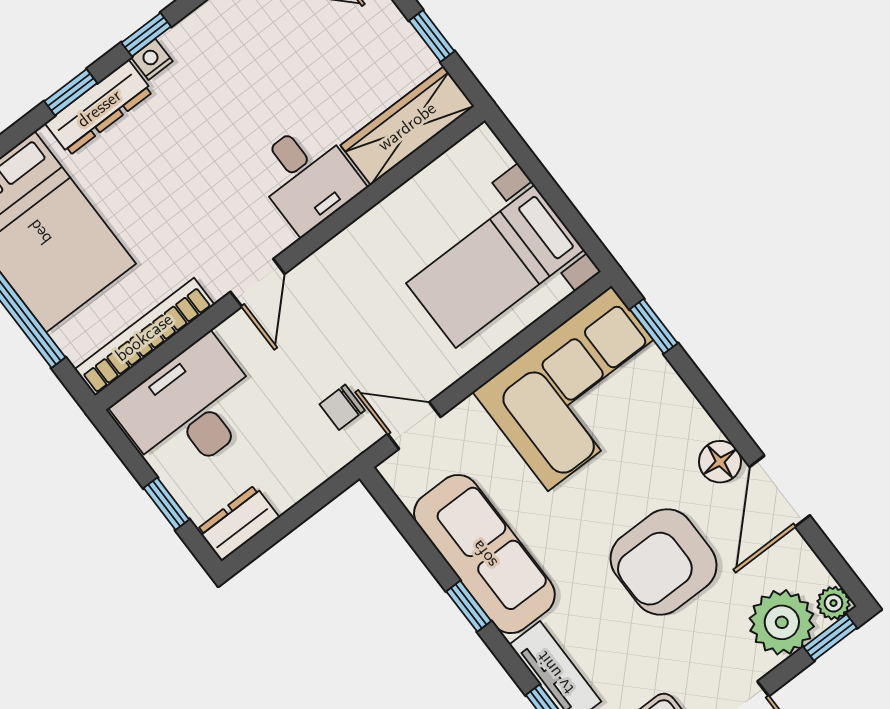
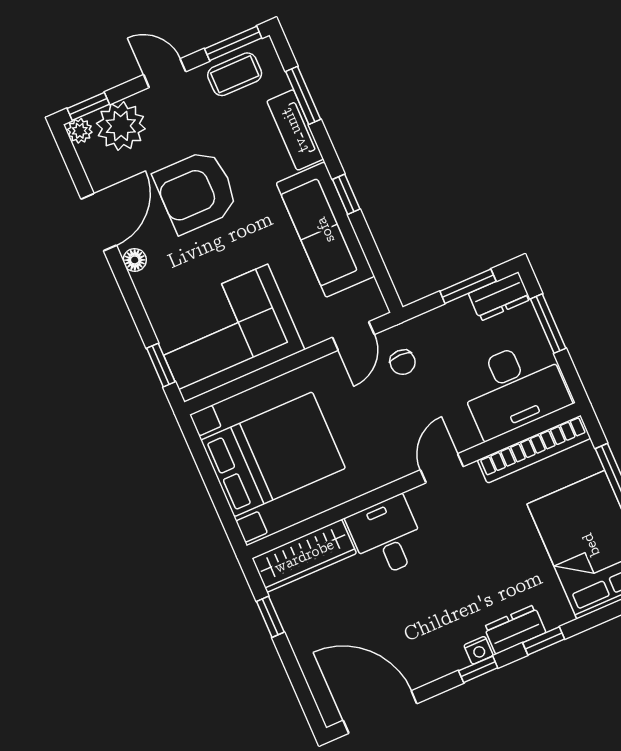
dresser: (99, 108) -> (515, 629), width x0.70
bed with nightstands: (495, 266) -> (273, 454), width x1.36
chair: (342, 407) -> (403, 362), turned 90
door: (414, 425) -> (353, 336), hinge flipped
floor lamp: (720, 462) -> (135, 260), width x0.73, depth x0.73
window: (166, 504) -> (548, 324), width x1.50
window: (282, 526) -> (468, 286), added
armchair: (664, 562) -> (196, 191), turned 180

